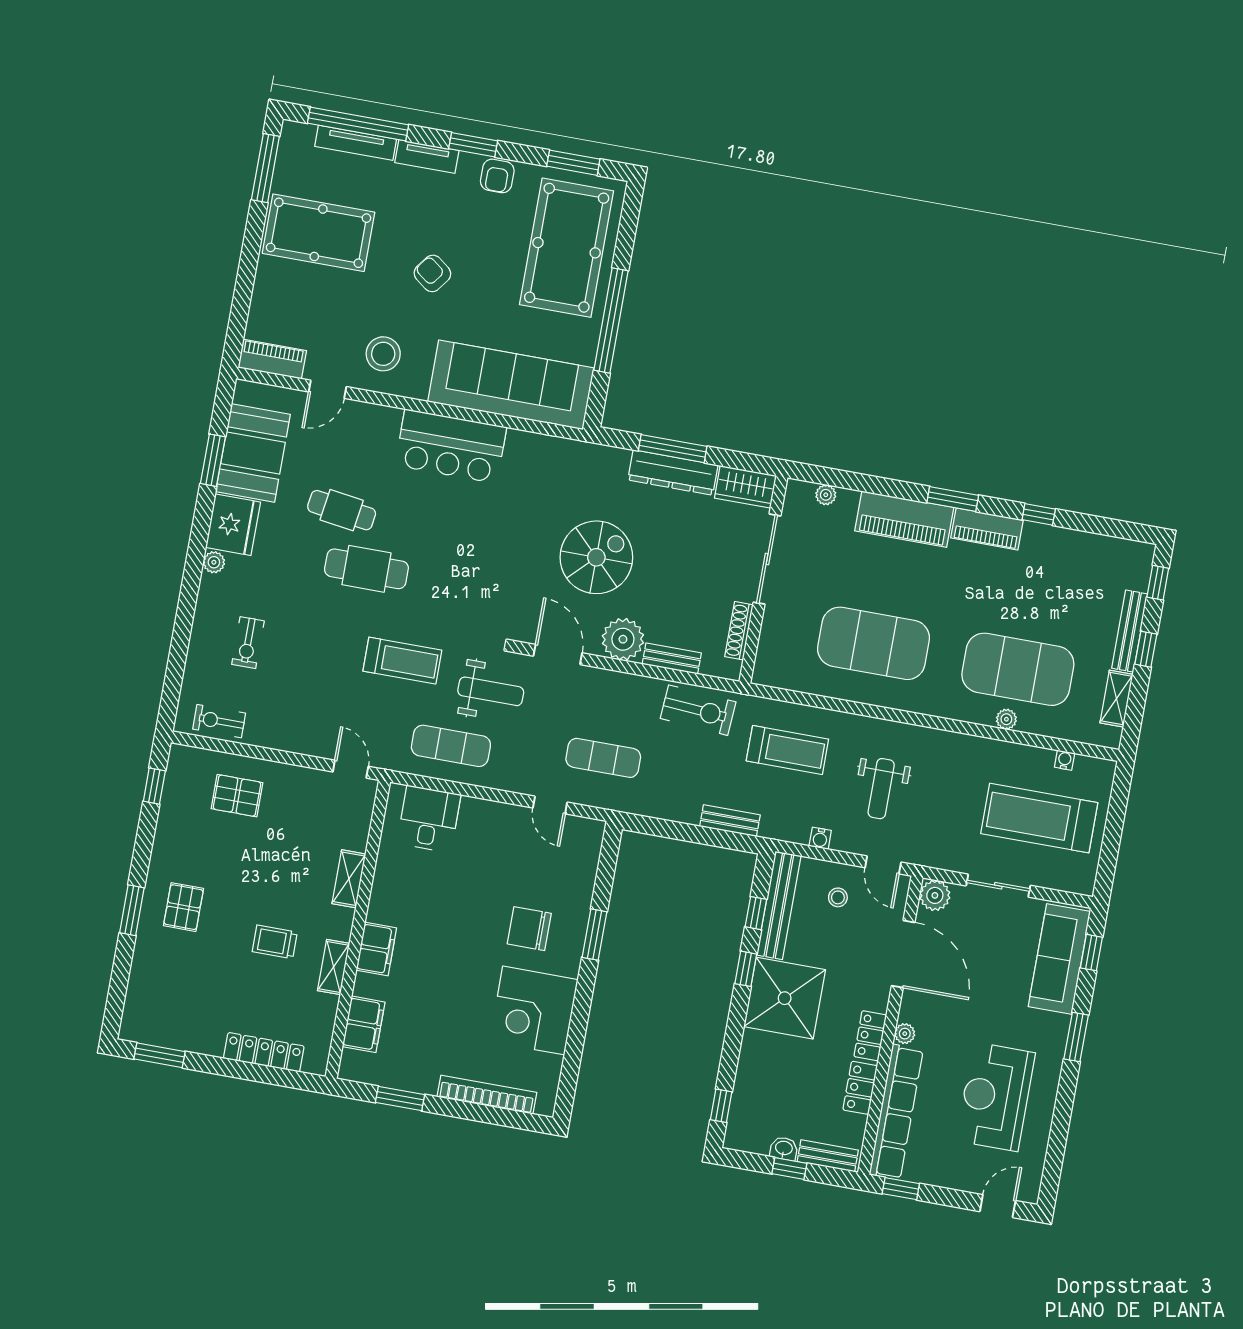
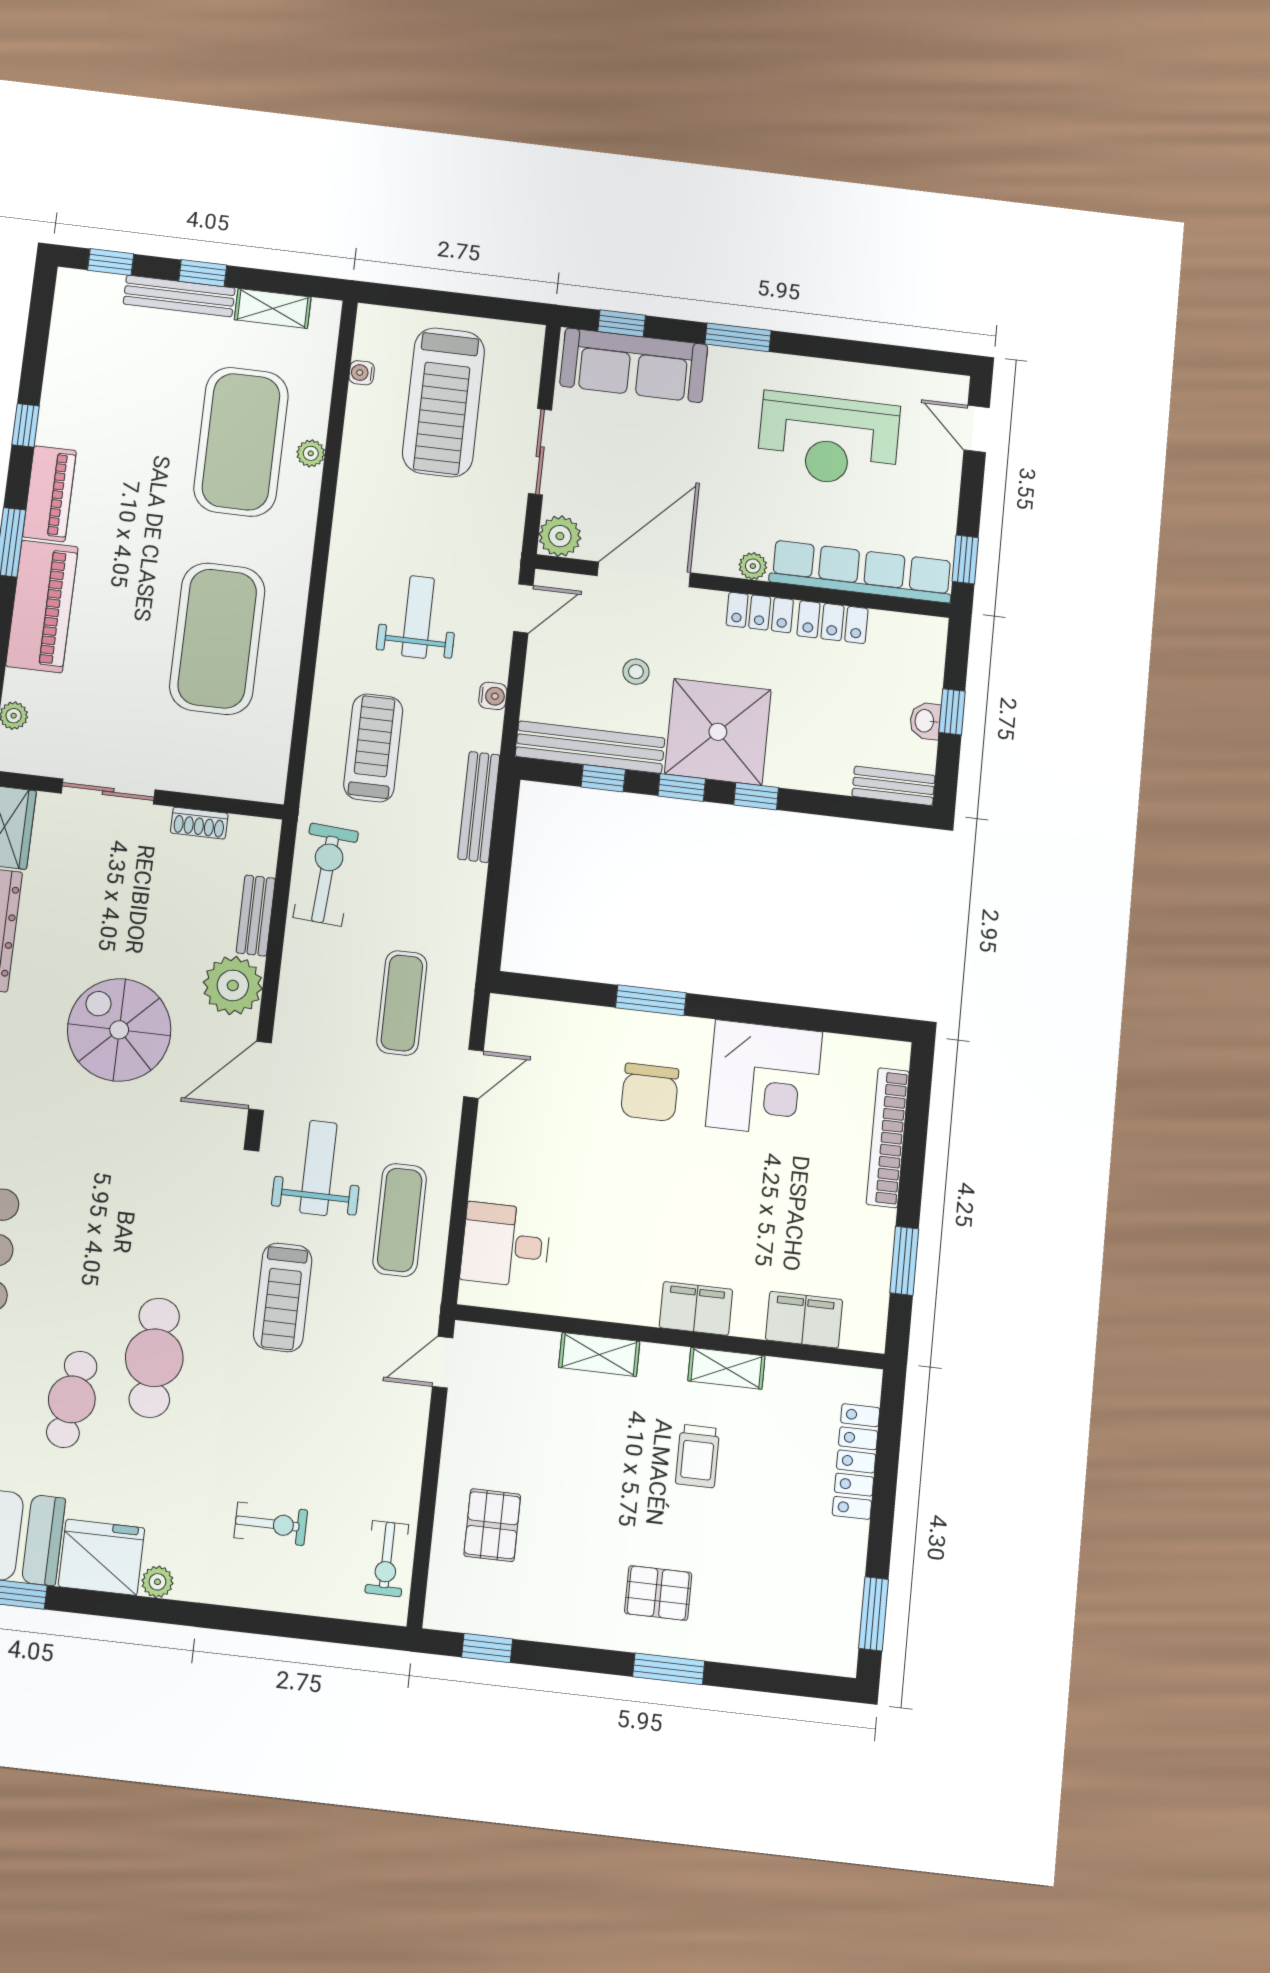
sliding door: (767, 559) -> (108, 791), width x0.73
shoe rack: (739, 631) -> (199, 823), width x0.70
treadmill: (402, 661) -> (283, 1297), turned 180
weight bench: (881, 789) -> (418, 617), turned -90
bench: (730, 821) -> (479, 807), width x1.36
stool: (838, 897) -> (636, 672), moved
window: (721, 1106) -> (756, 796), moved
bench: (828, 1156) -> (894, 786), moved, turned 90

